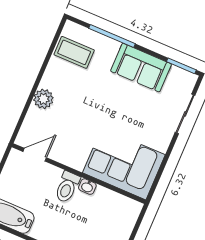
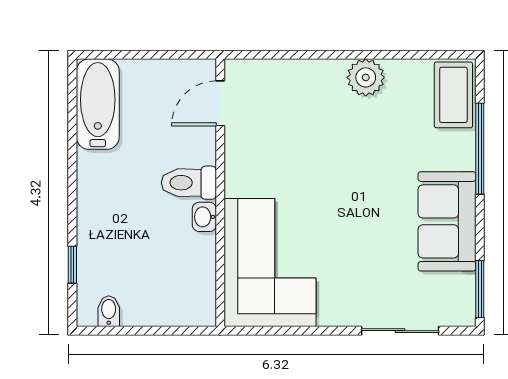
coffee table: (74, 52) -> (453, 95), moved
plant: (43, 99) -> (366, 77), moved
door: (35, 155) -> (220, 103), swing flipped

